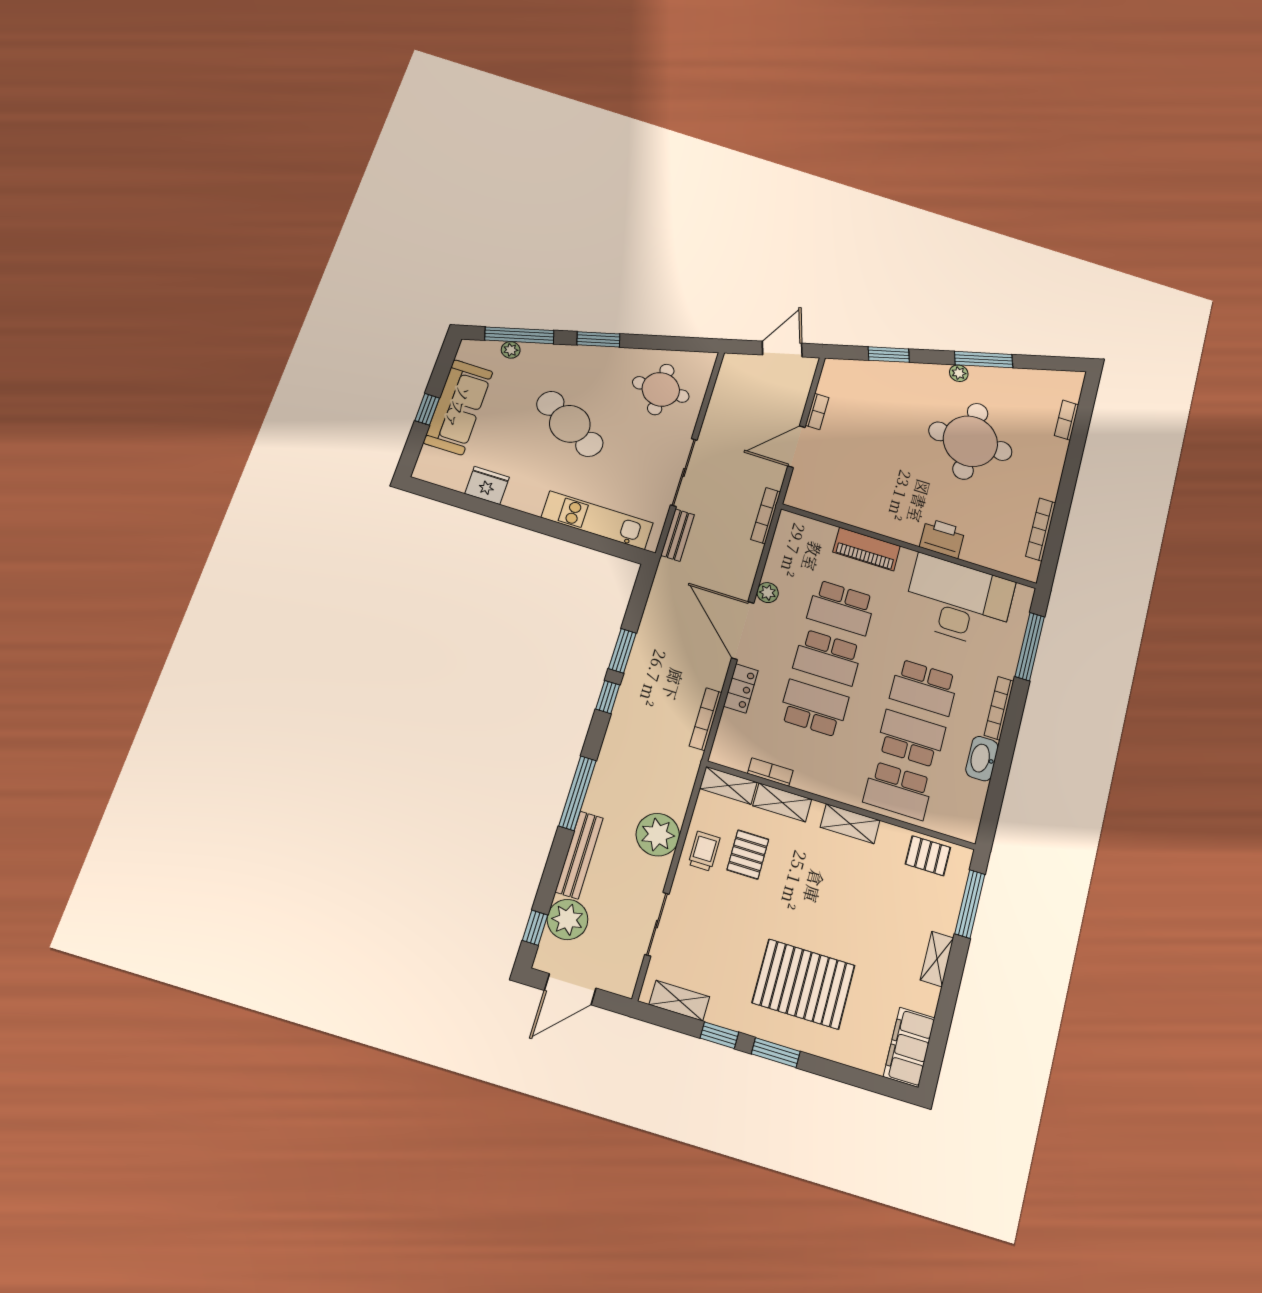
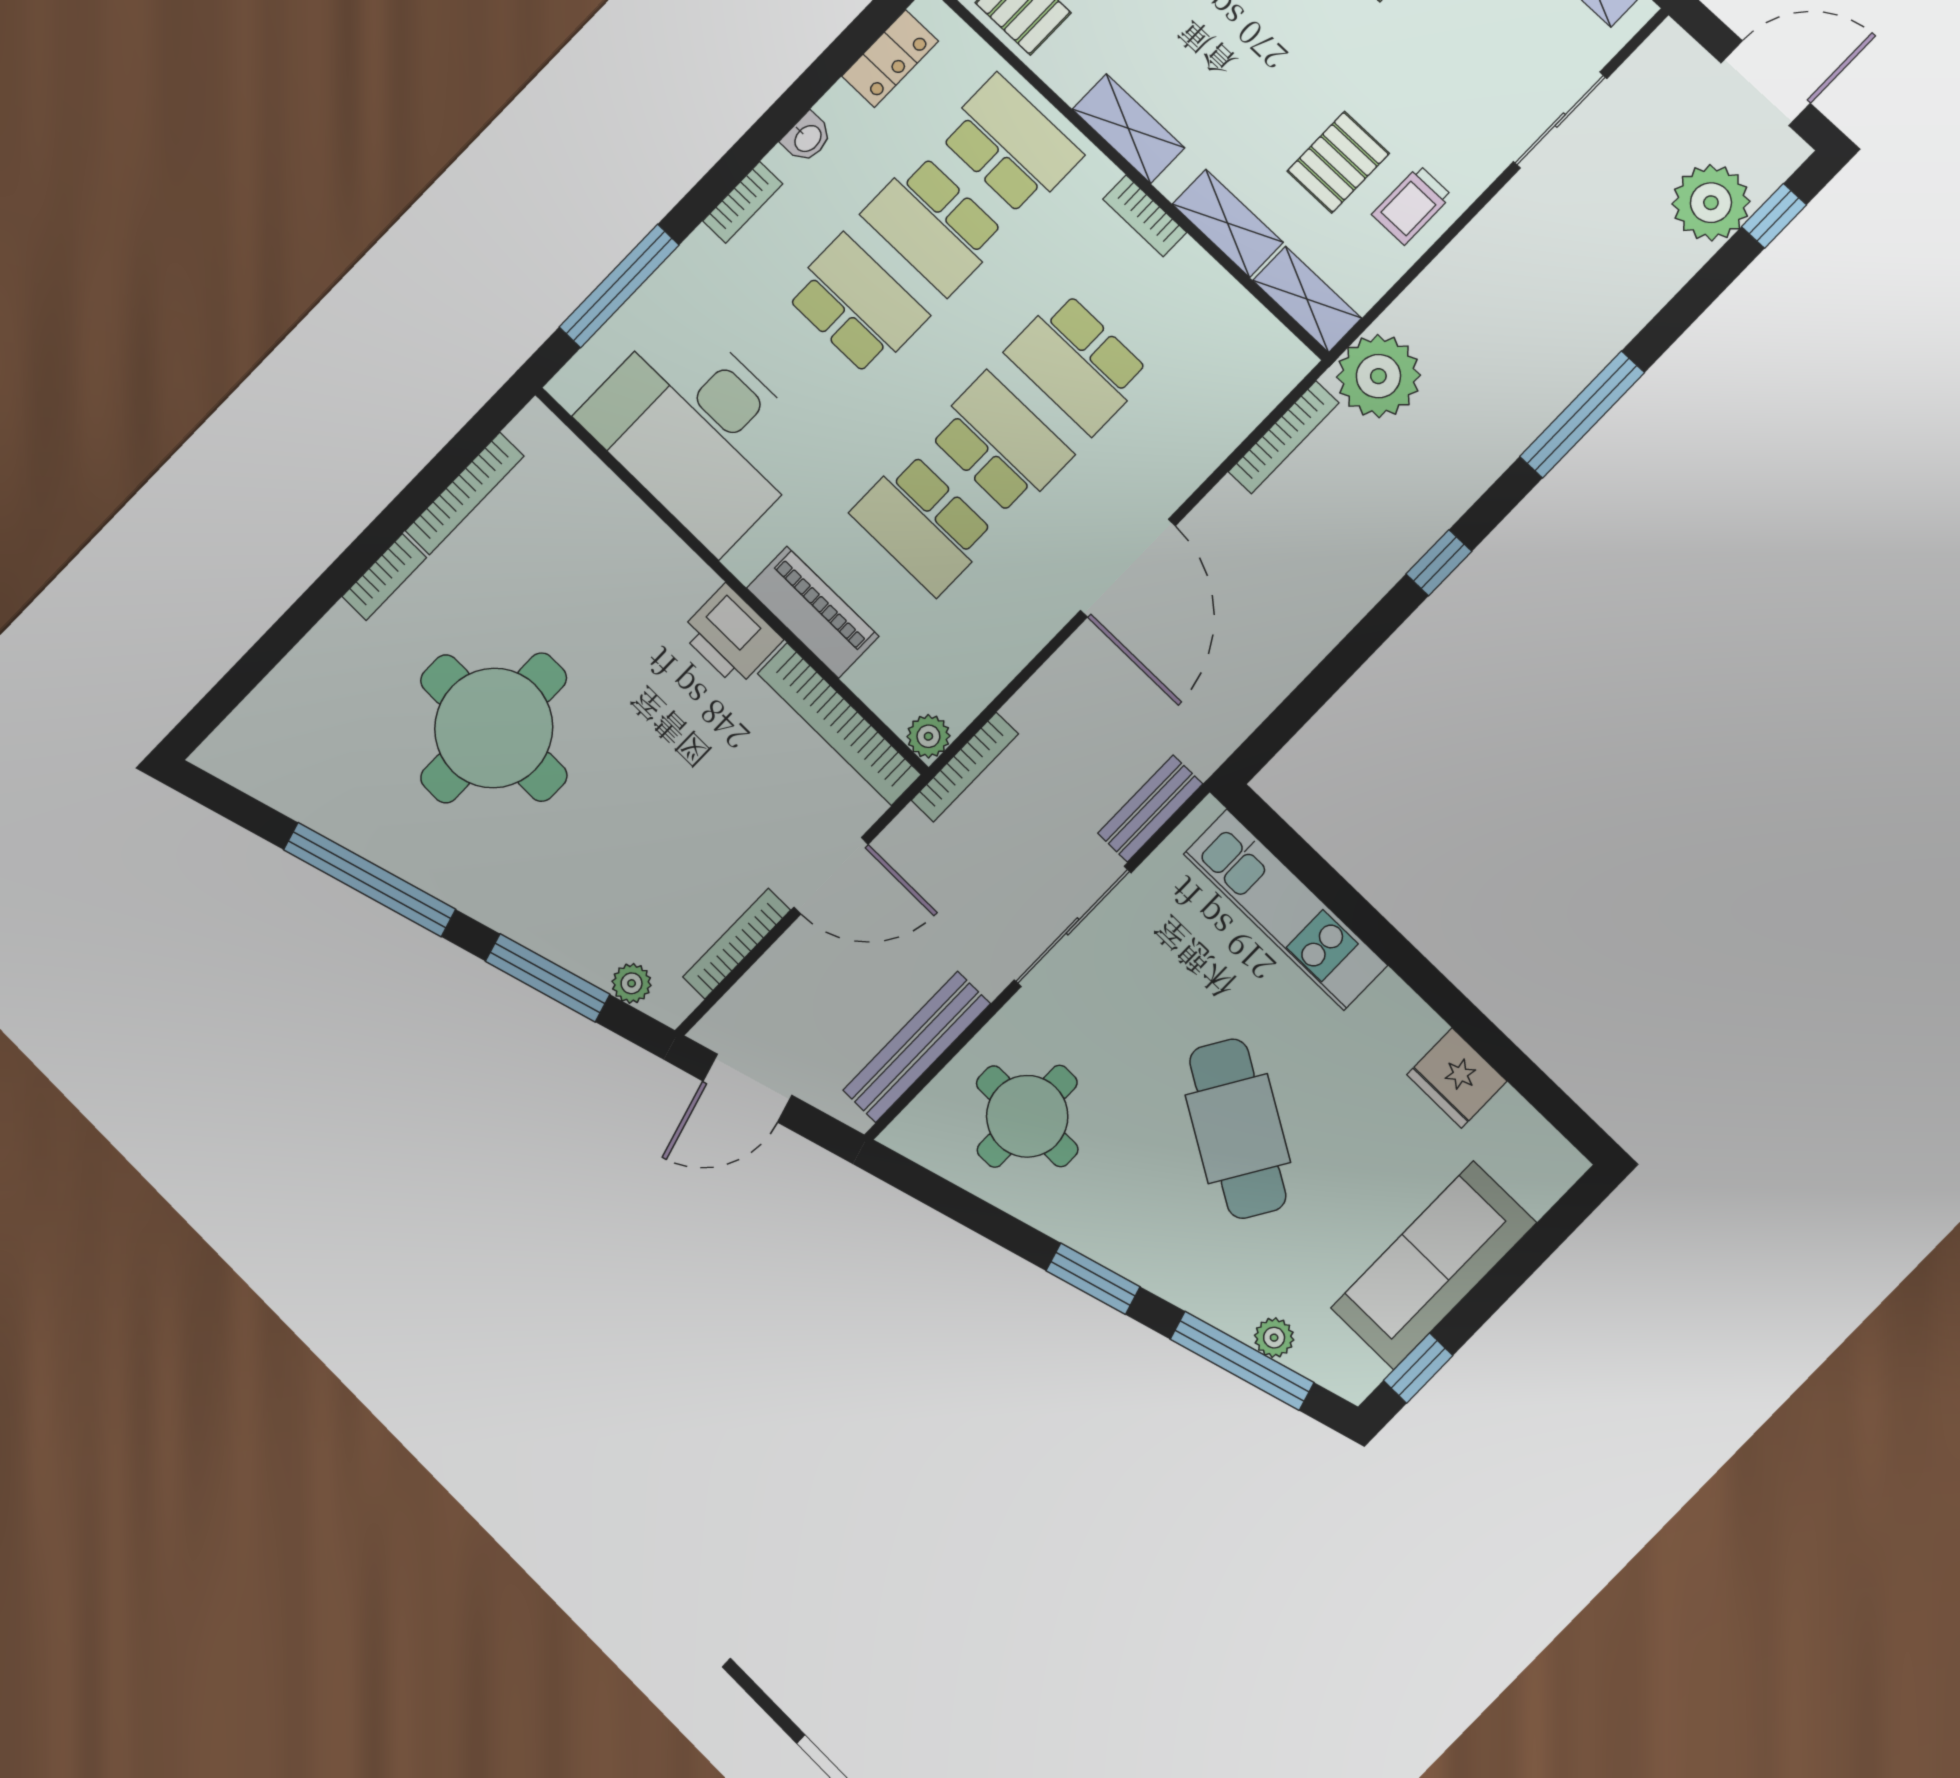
window: (889, 355) -> (547, 978), width x1.44
window: (984, 360) -> (369, 880), width x1.46
plant: (959, 373) -> (632, 983), moved
window: (427, 409) -> (1418, 1368), moved
bookcase: (817, 412) -> (737, 944), width x1.56
bookcase: (1067, 420) -> (384, 577), moved
bookcase: (829, 509) -> (839, 724), added
printer: (942, 538) -> (731, 636), moved
plant: (768, 593) -> (928, 736), moved
school desk: (841, 608) -> (923, 524), turned 180
window: (622, 651) -> (1368, 636), removed
locker: (741, 688) -> (890, 59), moved, turned 180
bookcase: (999, 708) -> (743, 202), width x0.64
washbasin: (982, 759) -> (807, 138), width x0.52, depth x0.69
bookcase: (770, 772) -> (1145, 216), moved
plant: (658, 835) -> (1378, 376), moved
bench: (579, 855) -> (917, 1047), moved

